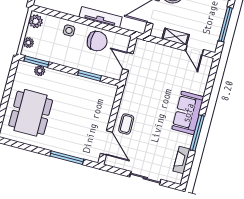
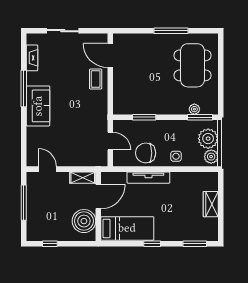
shelving: (176, 37) -> (83, 178), moved
plant: (28, 43) -> (208, 139), width x1.88, depth x1.88
window: (67, 158) -> (171, 31), moved

